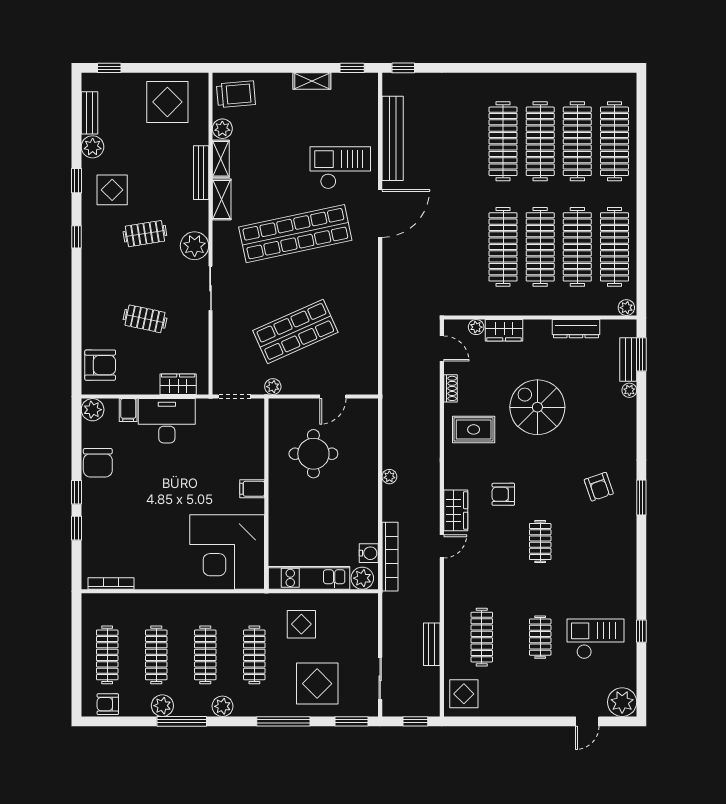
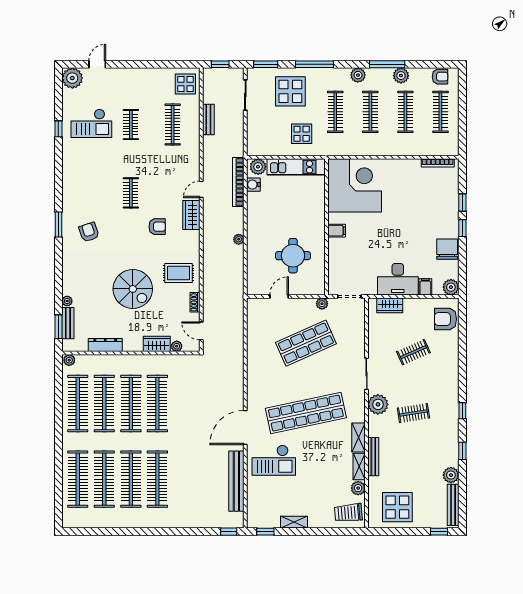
bench: (89, 113) -> (453, 505), width x1.36
display table: (112, 190) -> (437, 444), removed
clothes rail: (145, 319) -> (413, 352), turned -36

